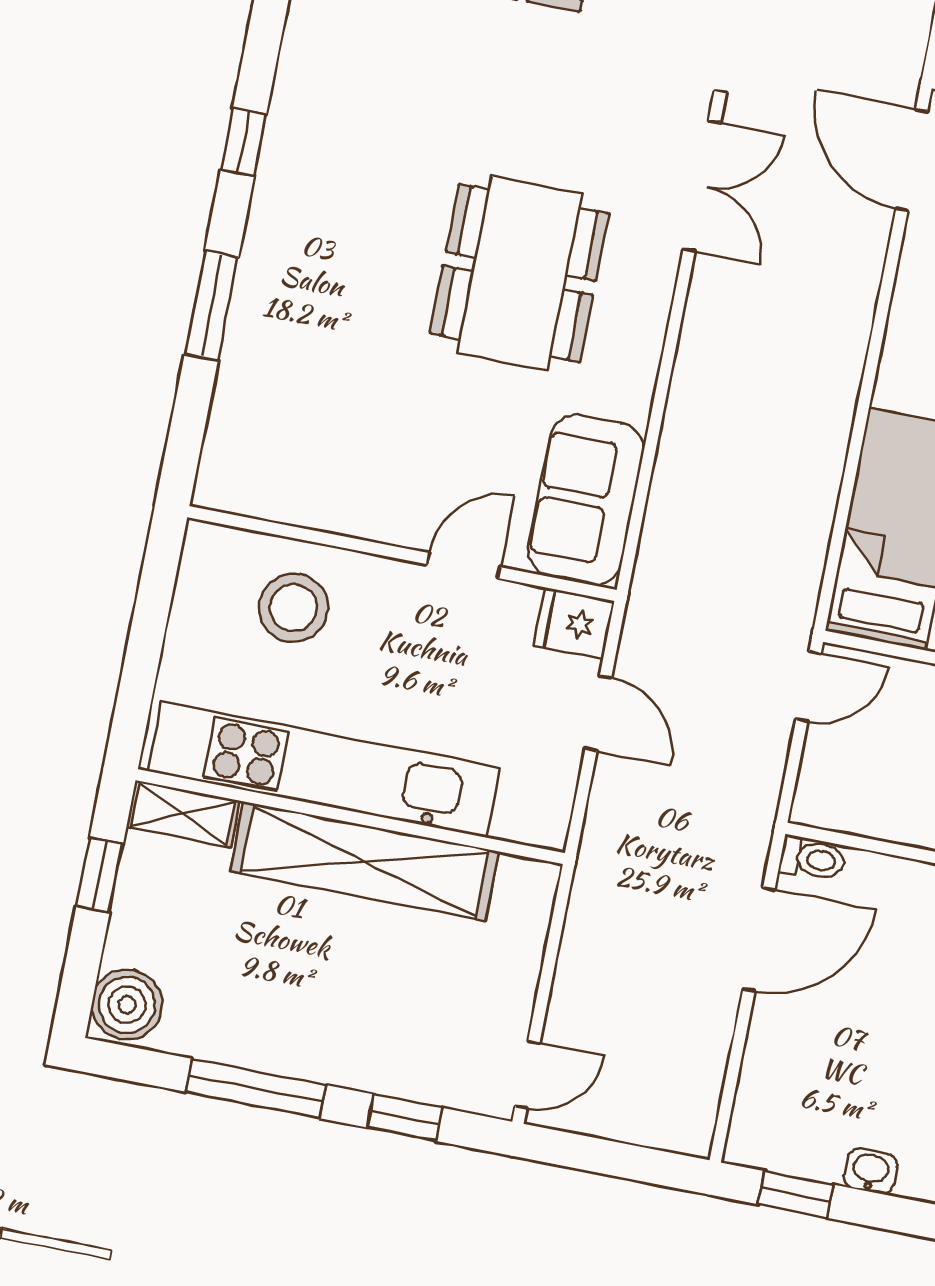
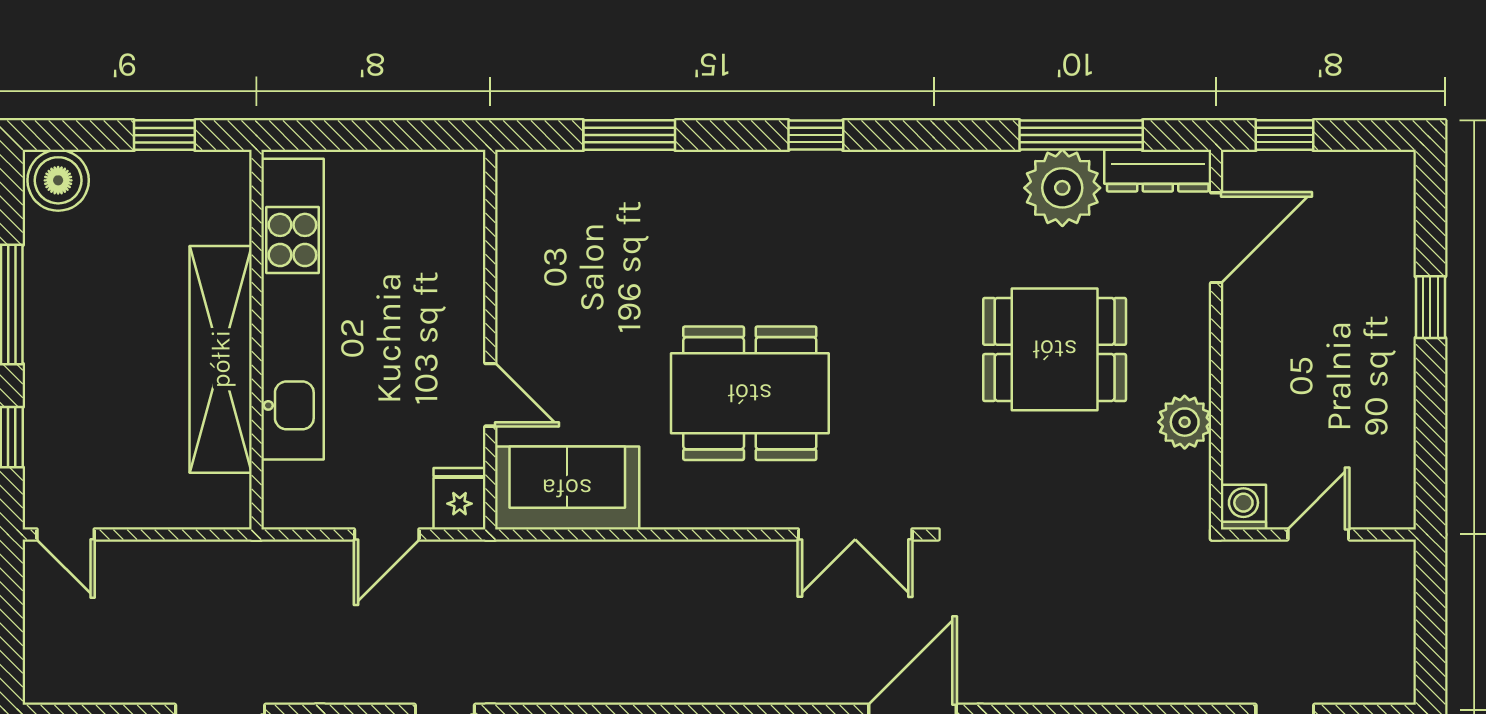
window: (211, 306) -> (629, 135), moved
stool: (293, 608) -> (426, 256), removed
shelving: (183, 814) -> (231, 196), removed

